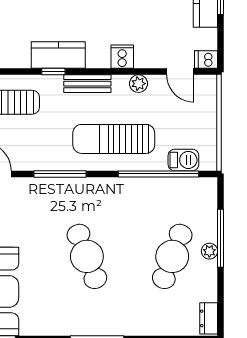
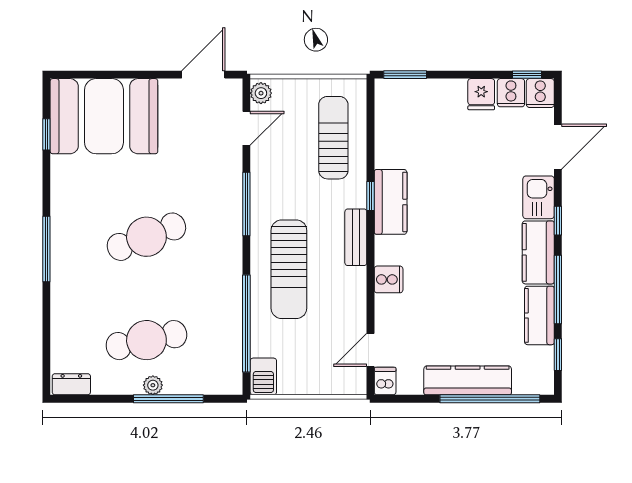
plant: (138, 84) -> (356, 299), removed
sun lounger: (114, 139) -> (289, 269), turned 180
barbecue: (183, 160) -> (263, 376), moved
cafe table: (172, 256) -> (146, 340), turned -33

